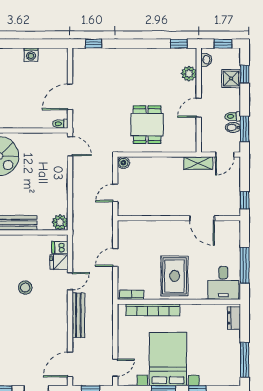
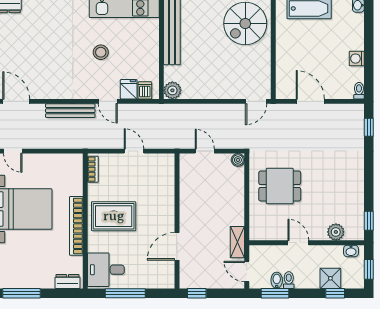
toilet: (60, 124) -> (359, 91), moved
bookcase: (153, 310) -> (76, 226), moved

